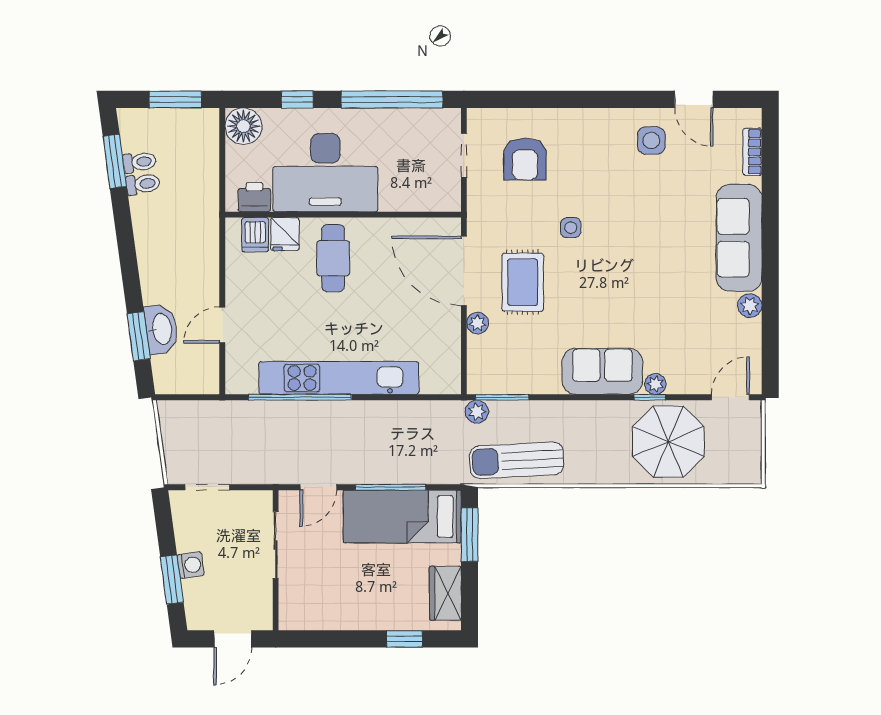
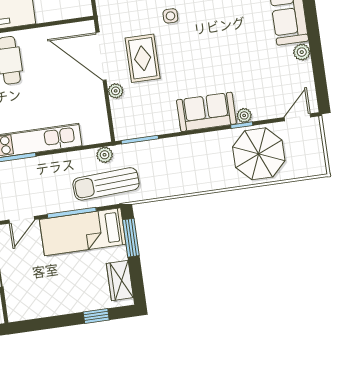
plant: (477, 412) -> (105, 155), moved
sun lounger: (517, 460) -> (106, 184), moved

